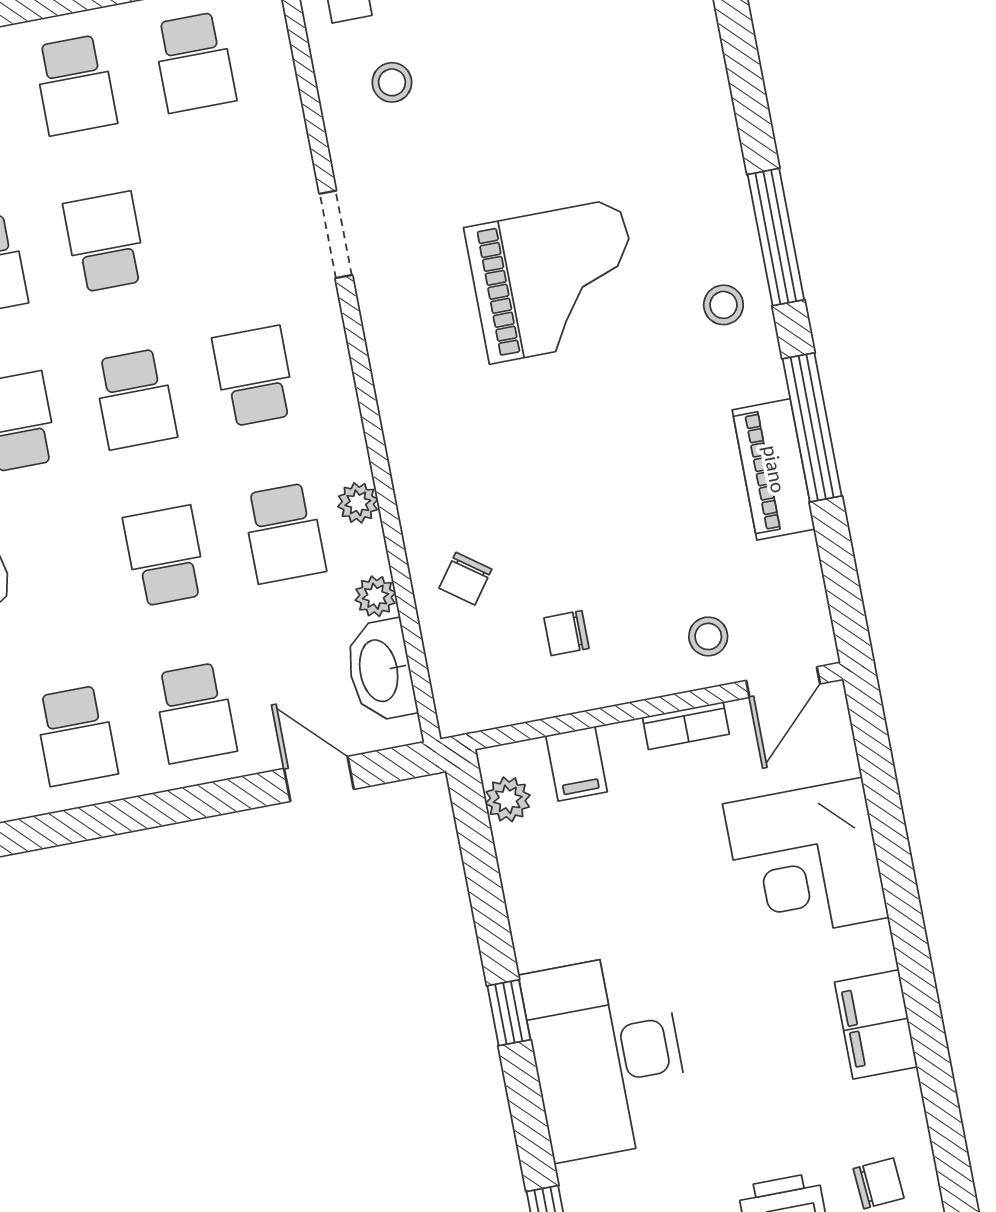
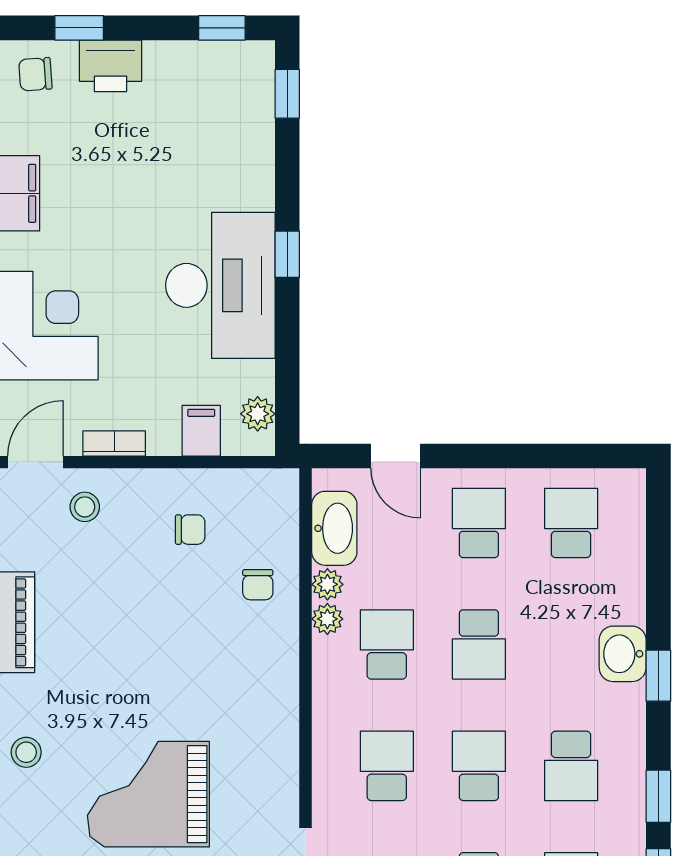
school desk: (254, 376) -> (387, 766), turned 180
plant: (358, 503) -> (327, 619), moved
chair: (465, 579) -> (258, 585), turned 144
desk: (607, 1056) -> (220, 285), moved

